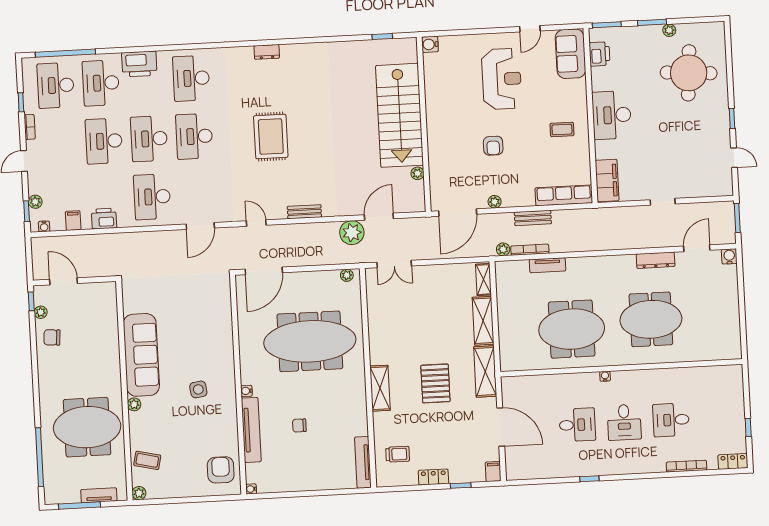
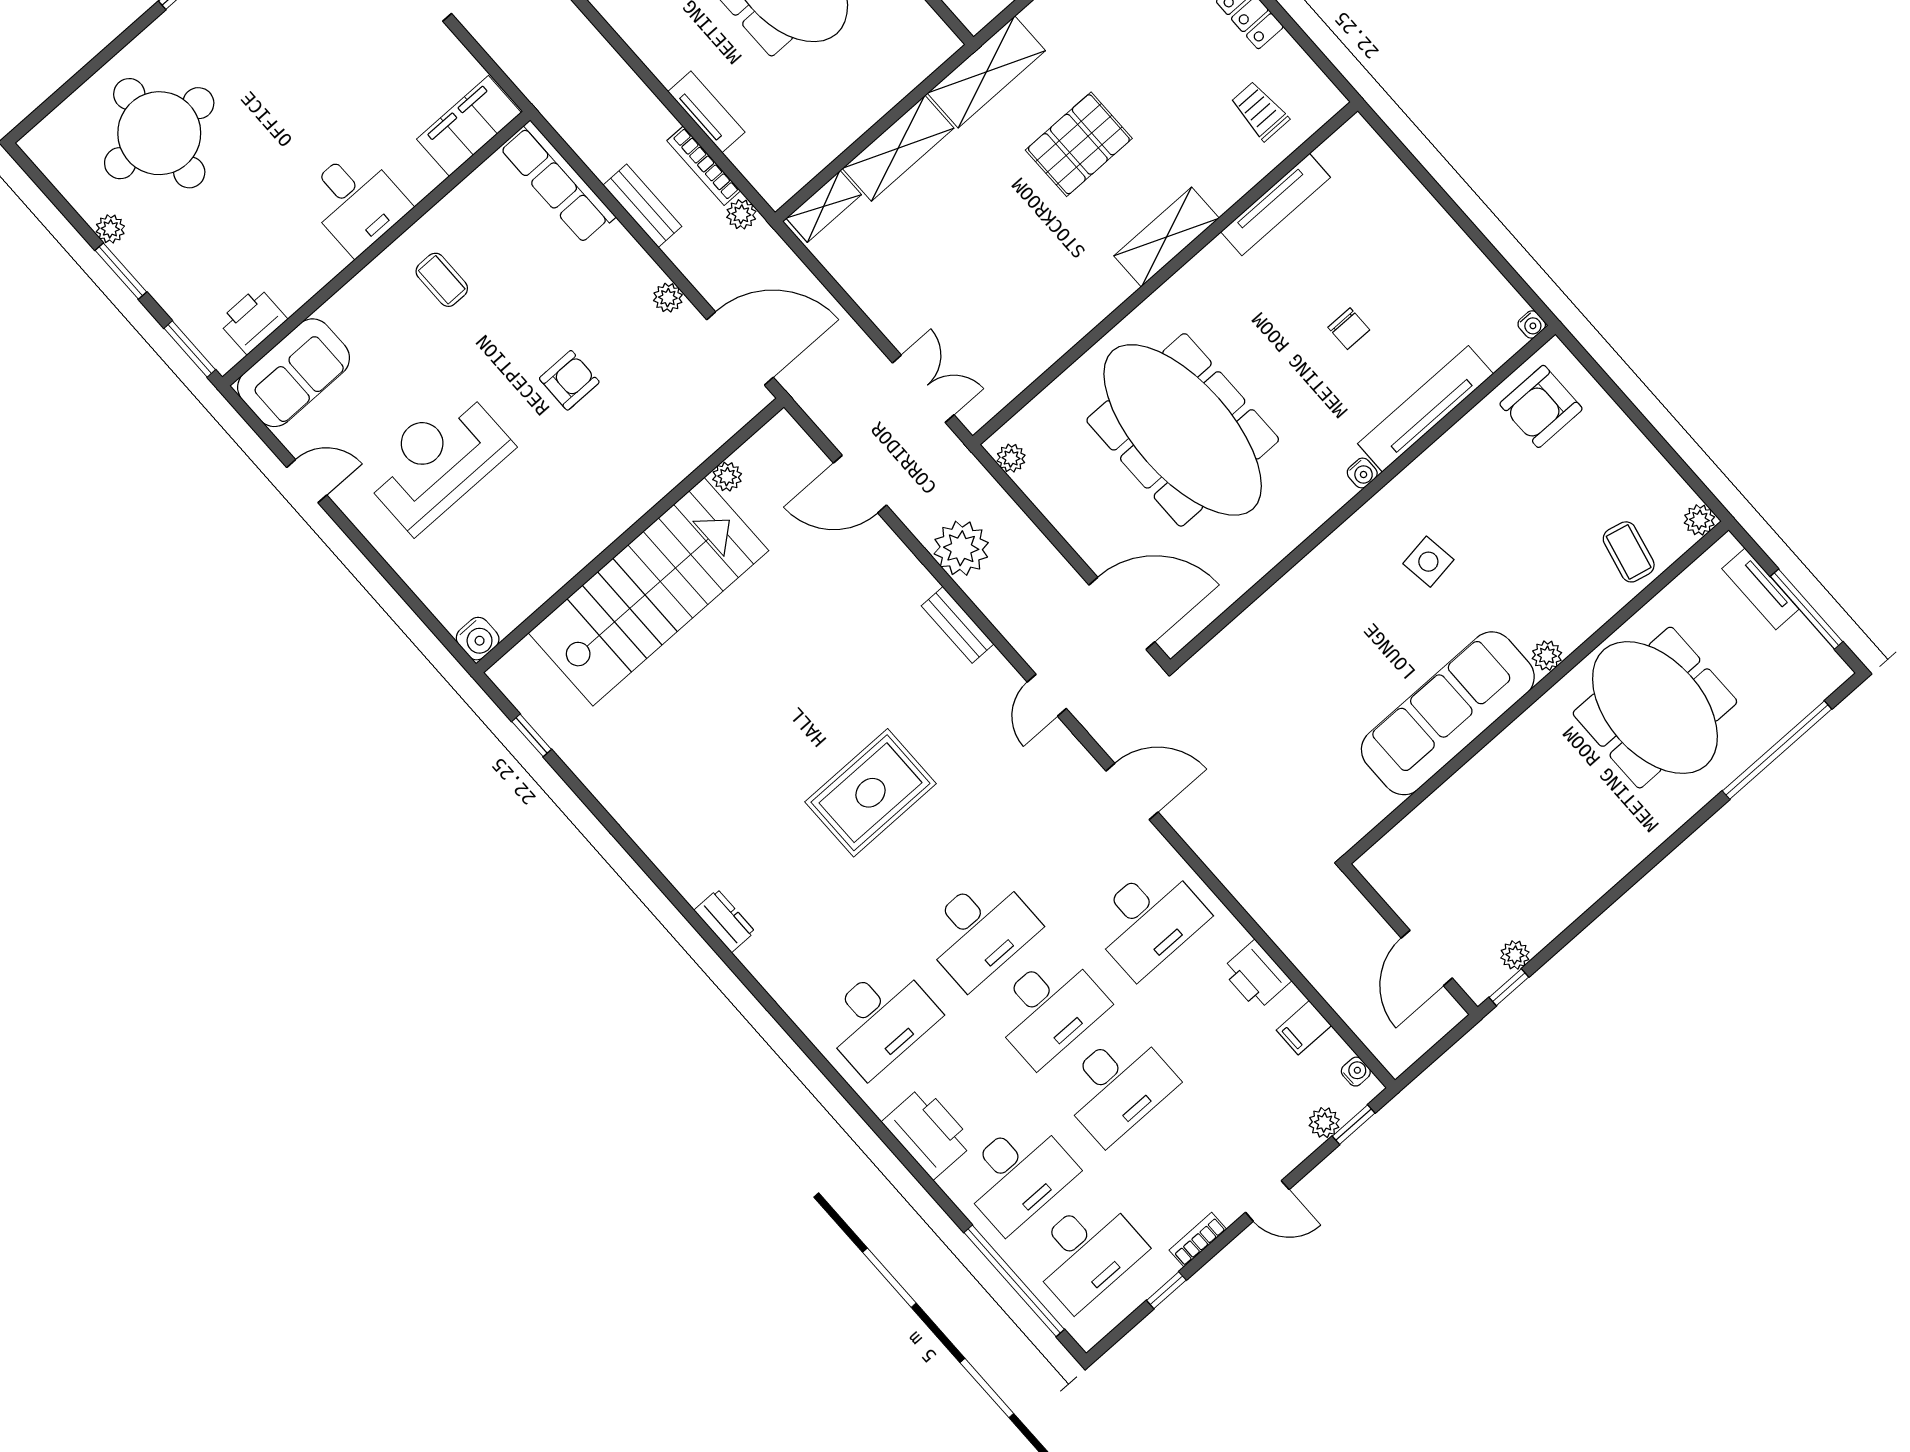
desk: (612, 115) -> (356, 201), width x0.73
plant: (352, 233) -> (961, 548), moved
chair: (52, 337) -> (1544, 899), removed
tv unit: (363, 462) -> (1276, 205), moved

